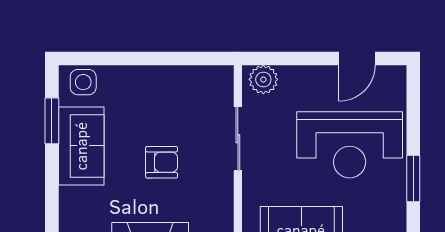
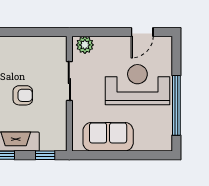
reception desk: (350, 145) -> (137, 85), turned 180
window: (413, 179) -> (176, 105), width x2.11

